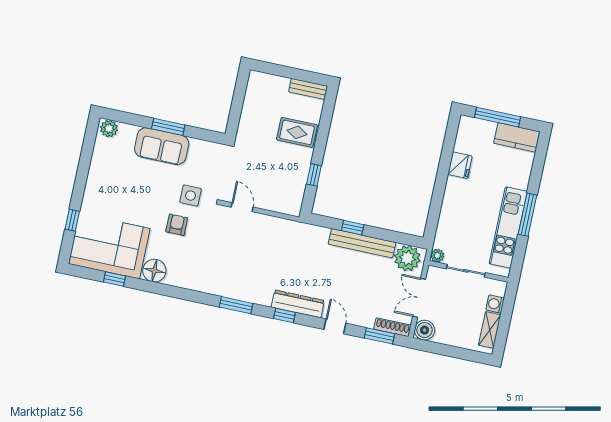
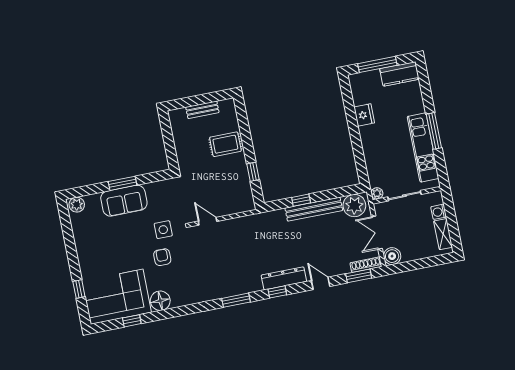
bench: (308, 89) -> (202, 110), moved

